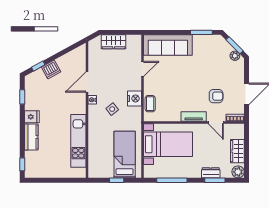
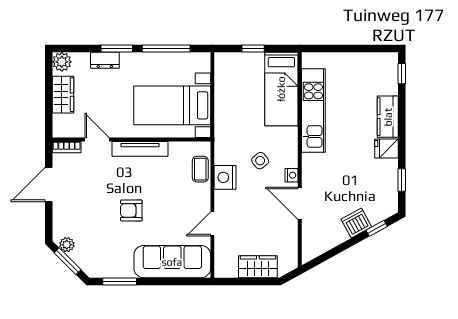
door: (87, 82) -> (300, 203), swing flipped
armchair: (216, 96) -> (131, 210), moved
tv unit: (194, 117) -> (140, 149), width x1.41
bed: (125, 155) -> (281, 89), moved
window: (215, 180) -> (117, 49), moved

